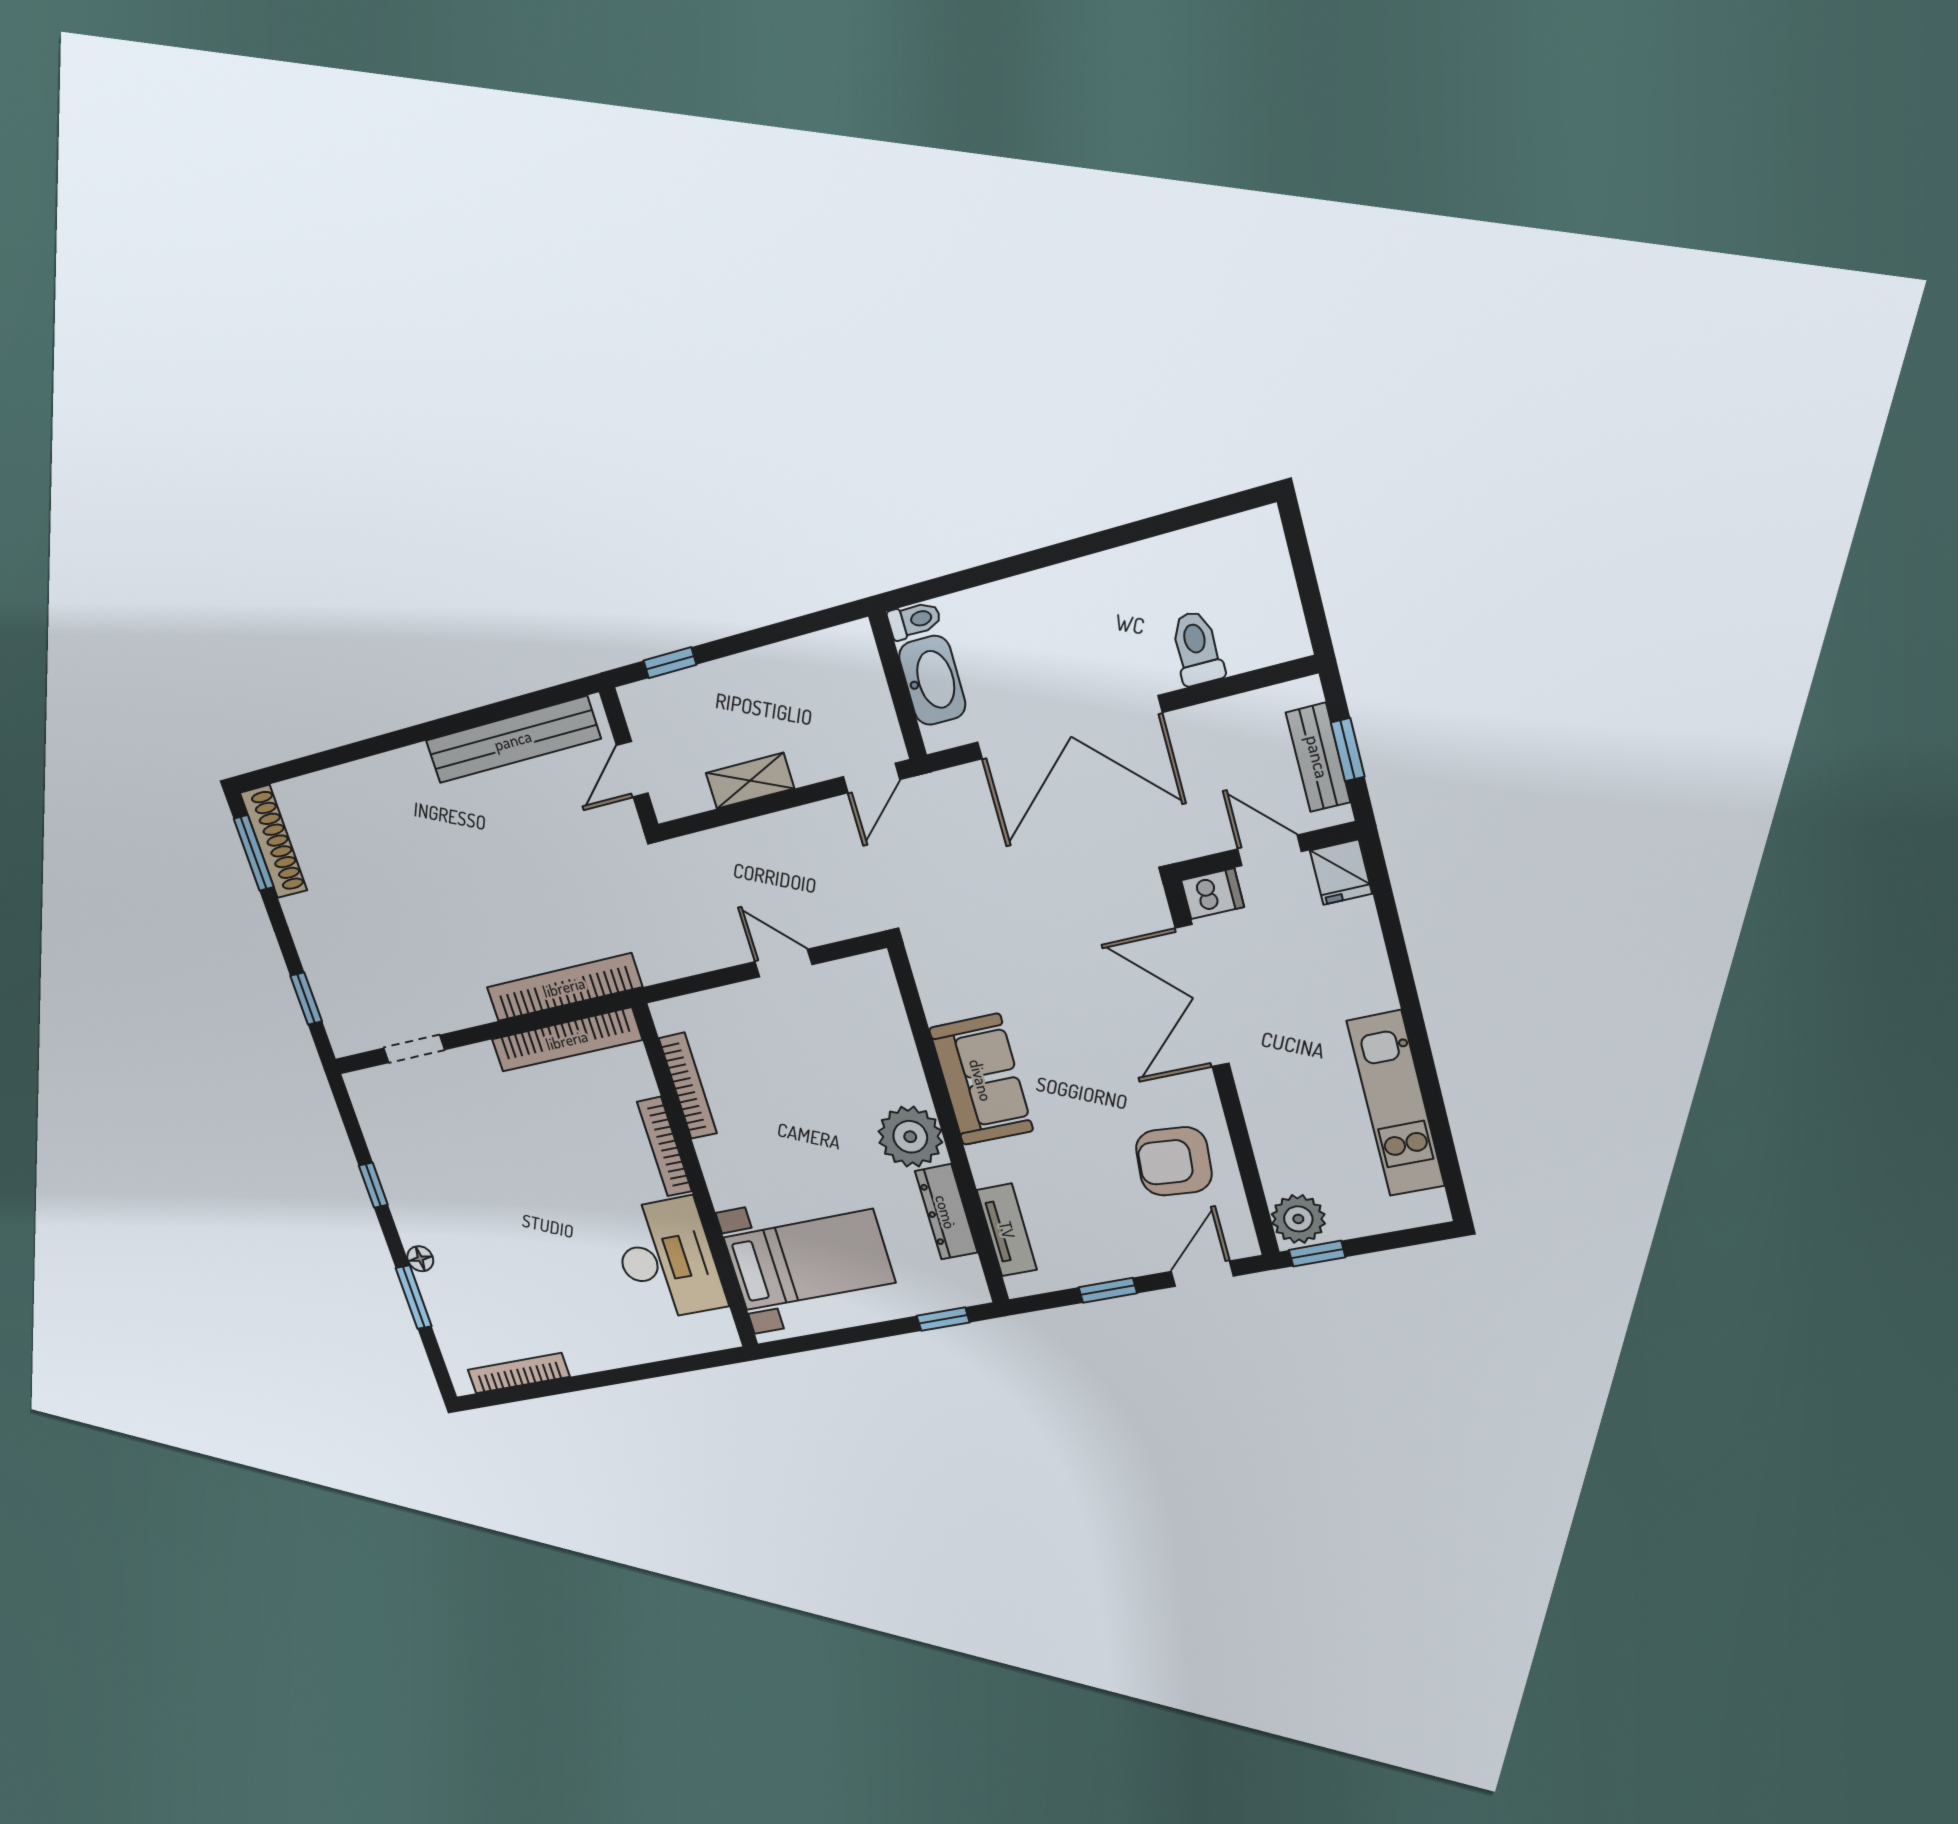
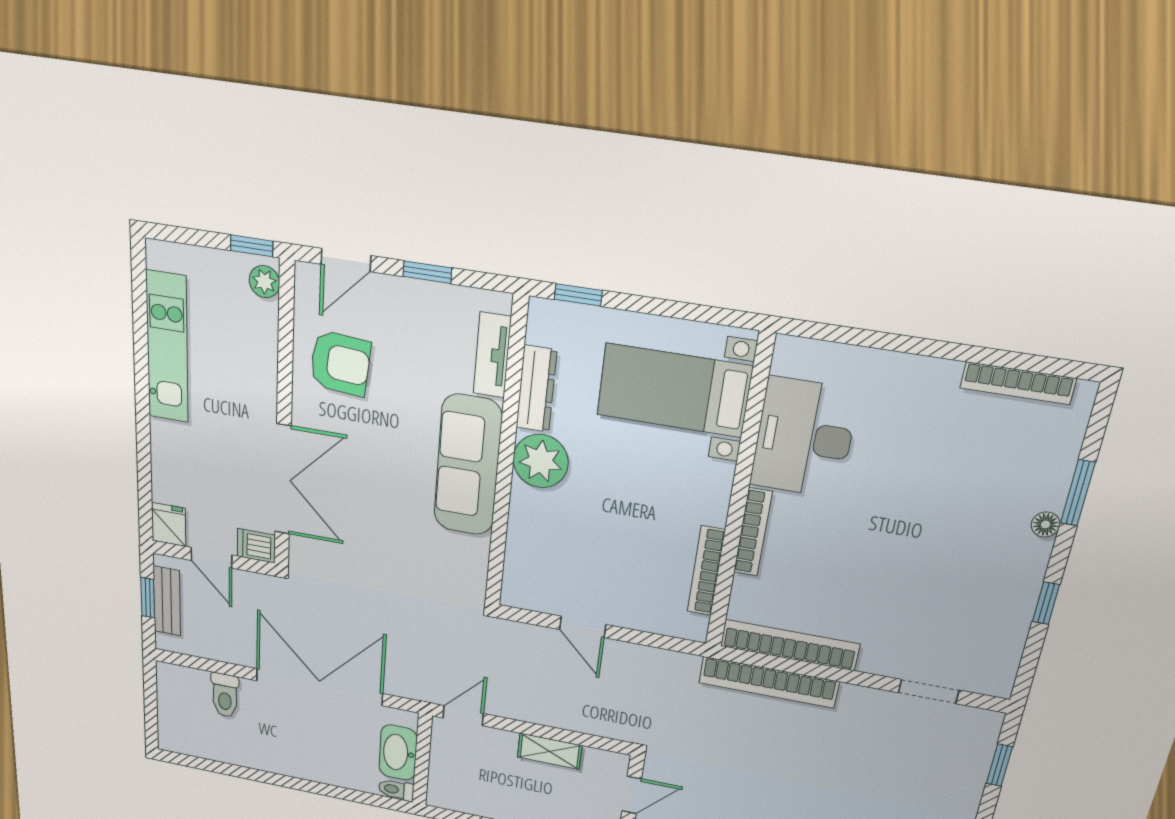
sofa: (981, 1080) -> (468, 465), width x1.36
plant: (1298, 1219) -> (264, 282), width x0.73, depth x0.73

